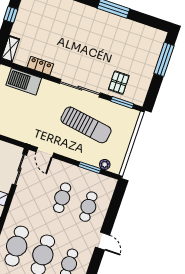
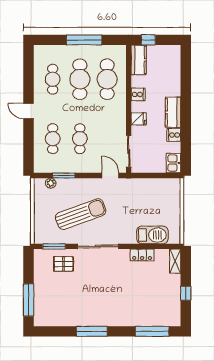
pallet: (119, 83) -> (63, 264), turned 90
sun lounger: (86, 125) -> (81, 214), turned 151

